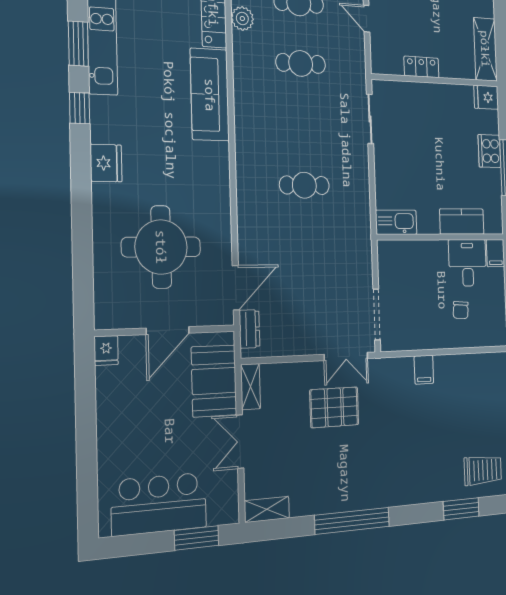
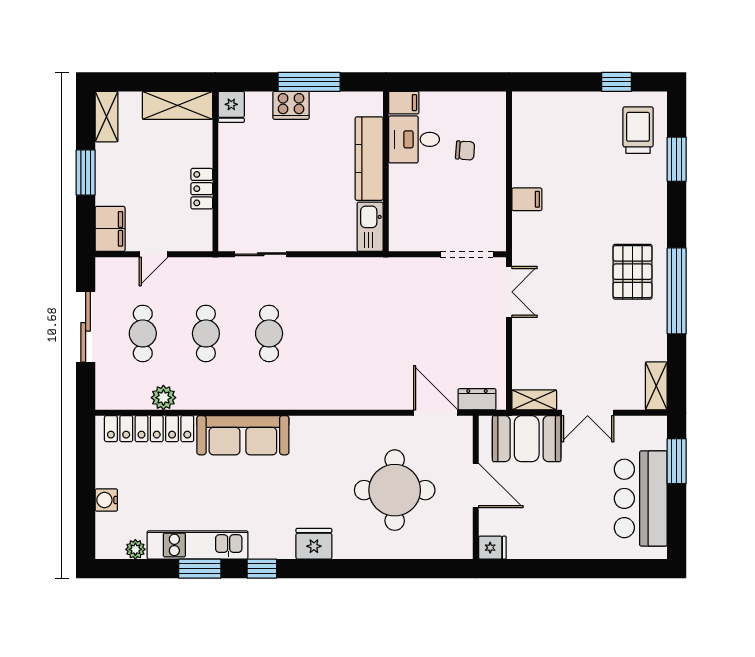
cafe table: (304, 185) -> (269, 333), moved
kitchen counter: (462, 222) -> (369, 159), width x1.50
pallet: (334, 407) -> (633, 272), moved

